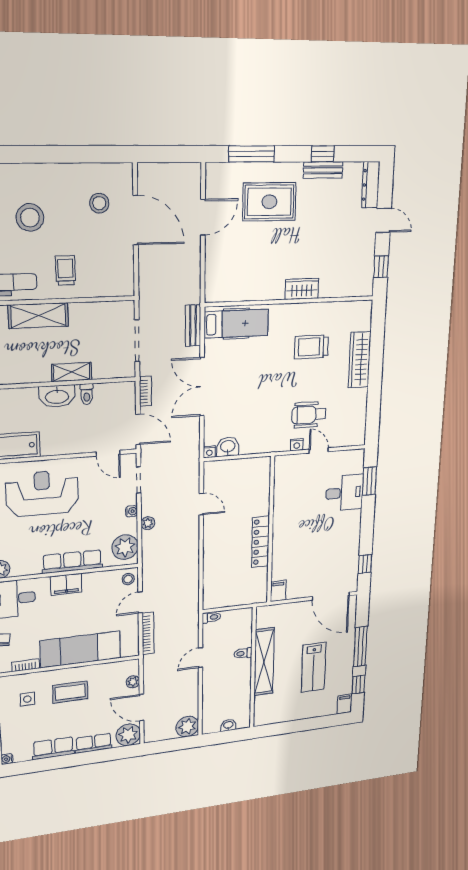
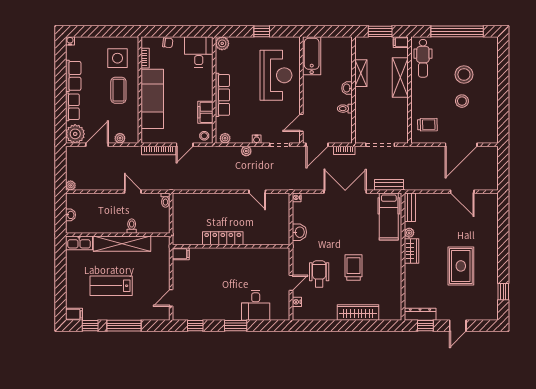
window: (252, 154) -> (503, 226), removed
window: (323, 154) -> (503, 292), moved
bench: (323, 170) -> (410, 207), moved
dresser: (371, 185) -> (420, 314), moved
rug: (269, 202) -> (461, 266), moved
stool: (99, 203) -> (462, 101), moved
trolley: (66, 270) -> (427, 125), moved
wardrobe: (302, 289) -> (411, 251), moved
plant: (259, 294) -> (409, 233), added
trolley: (311, 347) -> (354, 268), moved
shelving: (72, 372) -> (361, 73), moved
washbasin: (57, 396) -> (347, 88), width x0.52, depth x0.69
nightstand: (297, 445) -> (297, 302), moved
washbasin: (228, 447) -> (299, 232), moved
window: (369, 481) -> (236, 326), moved
door: (201, 504) -> (257, 192), hinge flipped
plant: (125, 547) -> (225, 138), width x0.53, depth x0.53
filing cabinet: (66, 584) -> (205, 112), moved
door: (331, 596) -> (171, 298), width x0.53
door: (140, 602) -> (185, 145), swing flipped
side table: (27, 699) -> (117, 58), width x1.87, depth x1.87
kitchen sink: (262, 711) -> (79, 243), added
plant: (187, 727) -> (71, 185), width x0.53, depth x0.53

